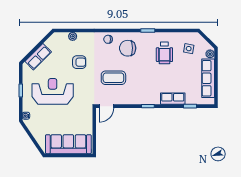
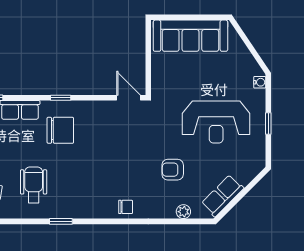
chair: (128, 48) -> (60, 130), moved
row of seats: (38, 57) -> (223, 196), moved
coffee table: (113, 78) -> (117, 144), removed
door: (106, 106) -> (128, 98), hinge flipped

